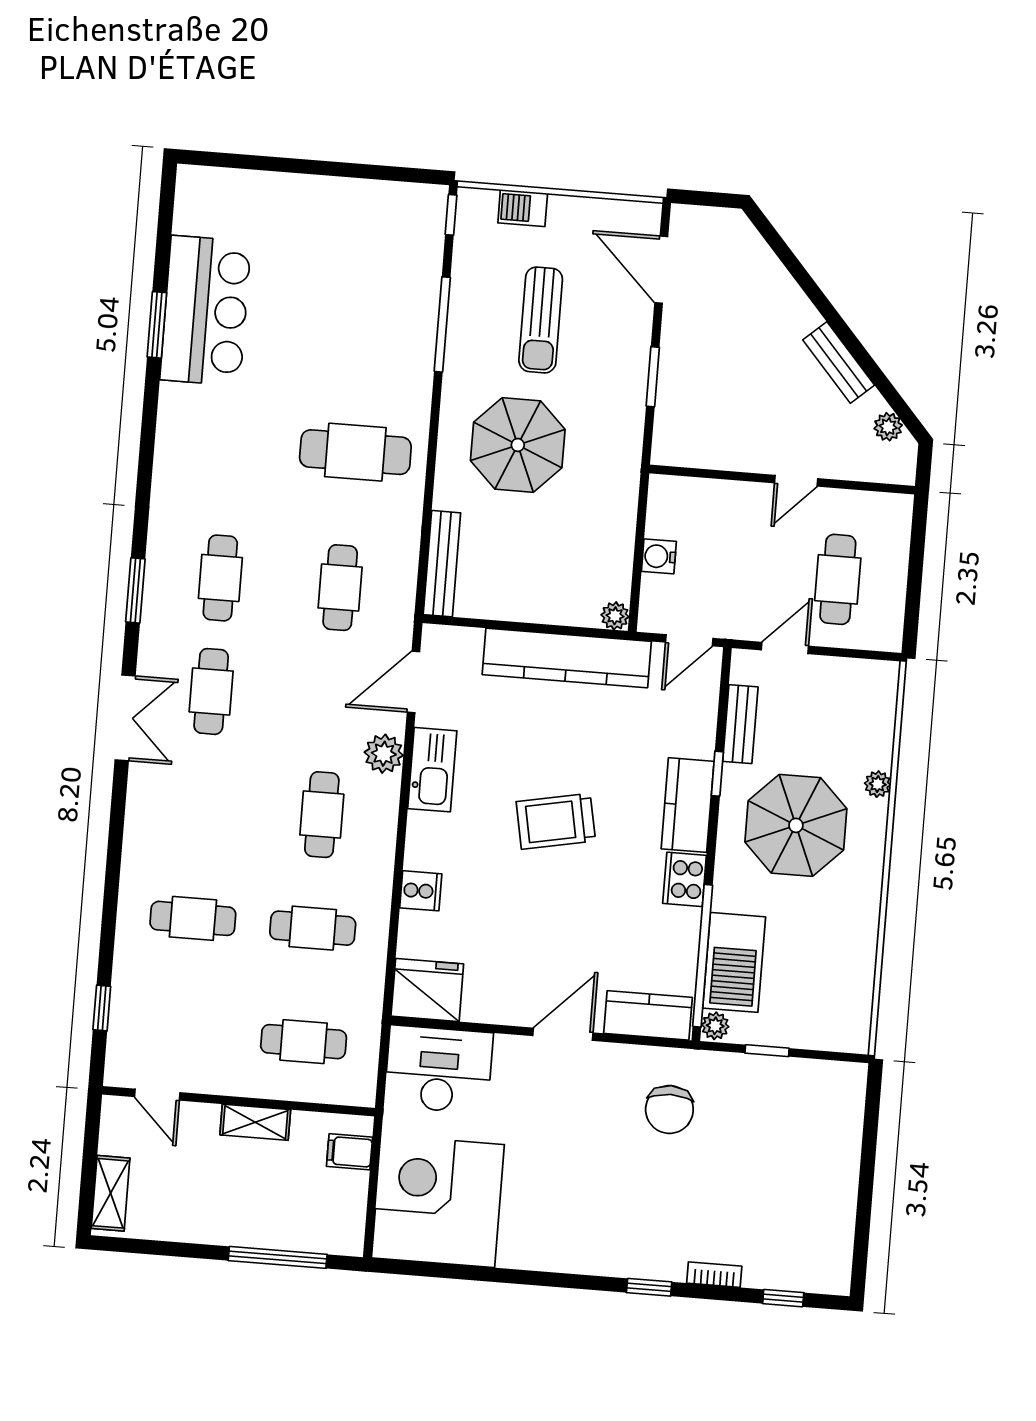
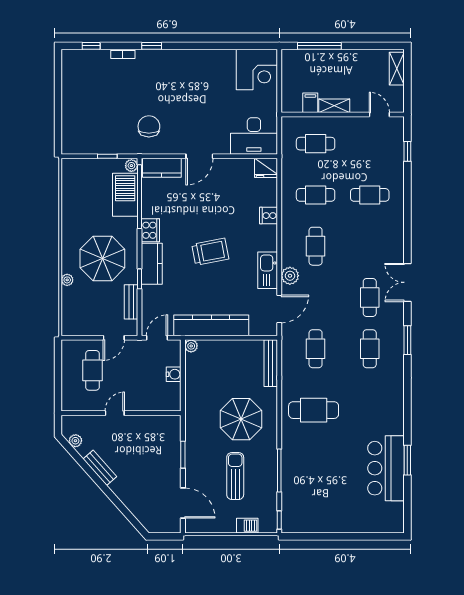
fridge: (427, 990) -> (266, 168), width x0.73, depth x0.75
filing cabinet: (350, 1152) -> (310, 103), moved, turned -90
corner desk: (438, 1201) -> (257, 69), width x0.74, depth x0.74

